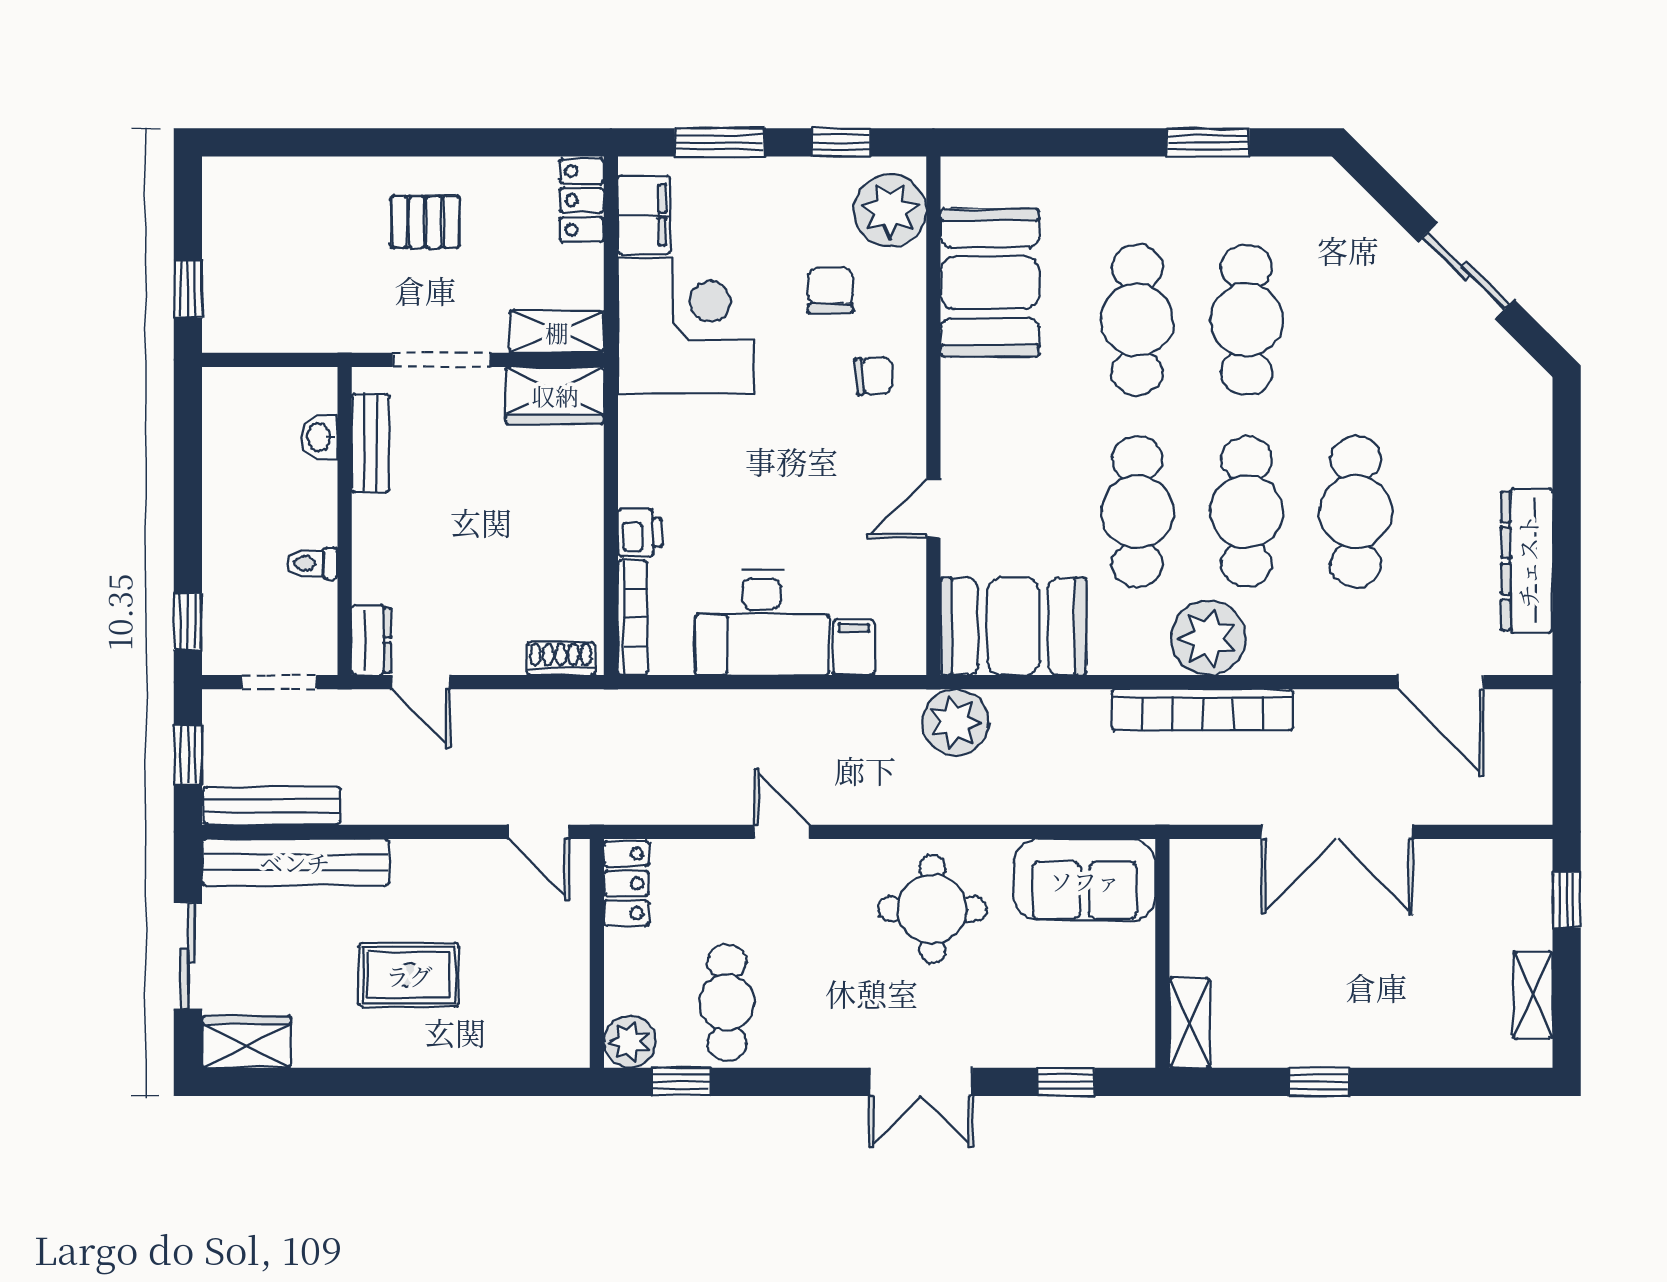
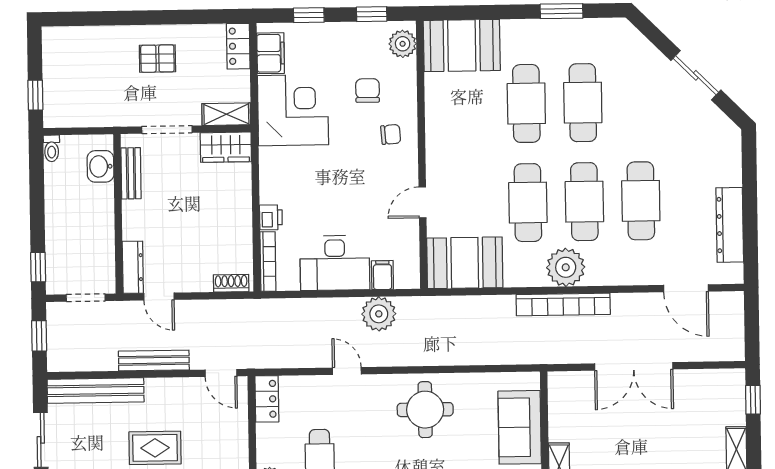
window: (719, 142) -> (309, 15), width x0.67
plant: (890, 211) -> (403, 44), width x0.73, depth x0.73
booth: (990, 283) -> (462, 46), moved, turned 90
washbasin: (320, 437) -> (100, 166), width x1.38, depth x1.45
toilet: (312, 563) -> (52, 148), moved, turned -90
dresser: (371, 640) -> (133, 267), width x1.44
plant: (956, 722) -> (379, 314), moved
bench: (272, 806) -> (154, 360), moved
sofa: (1085, 880) -> (520, 427), moved, turned 90

